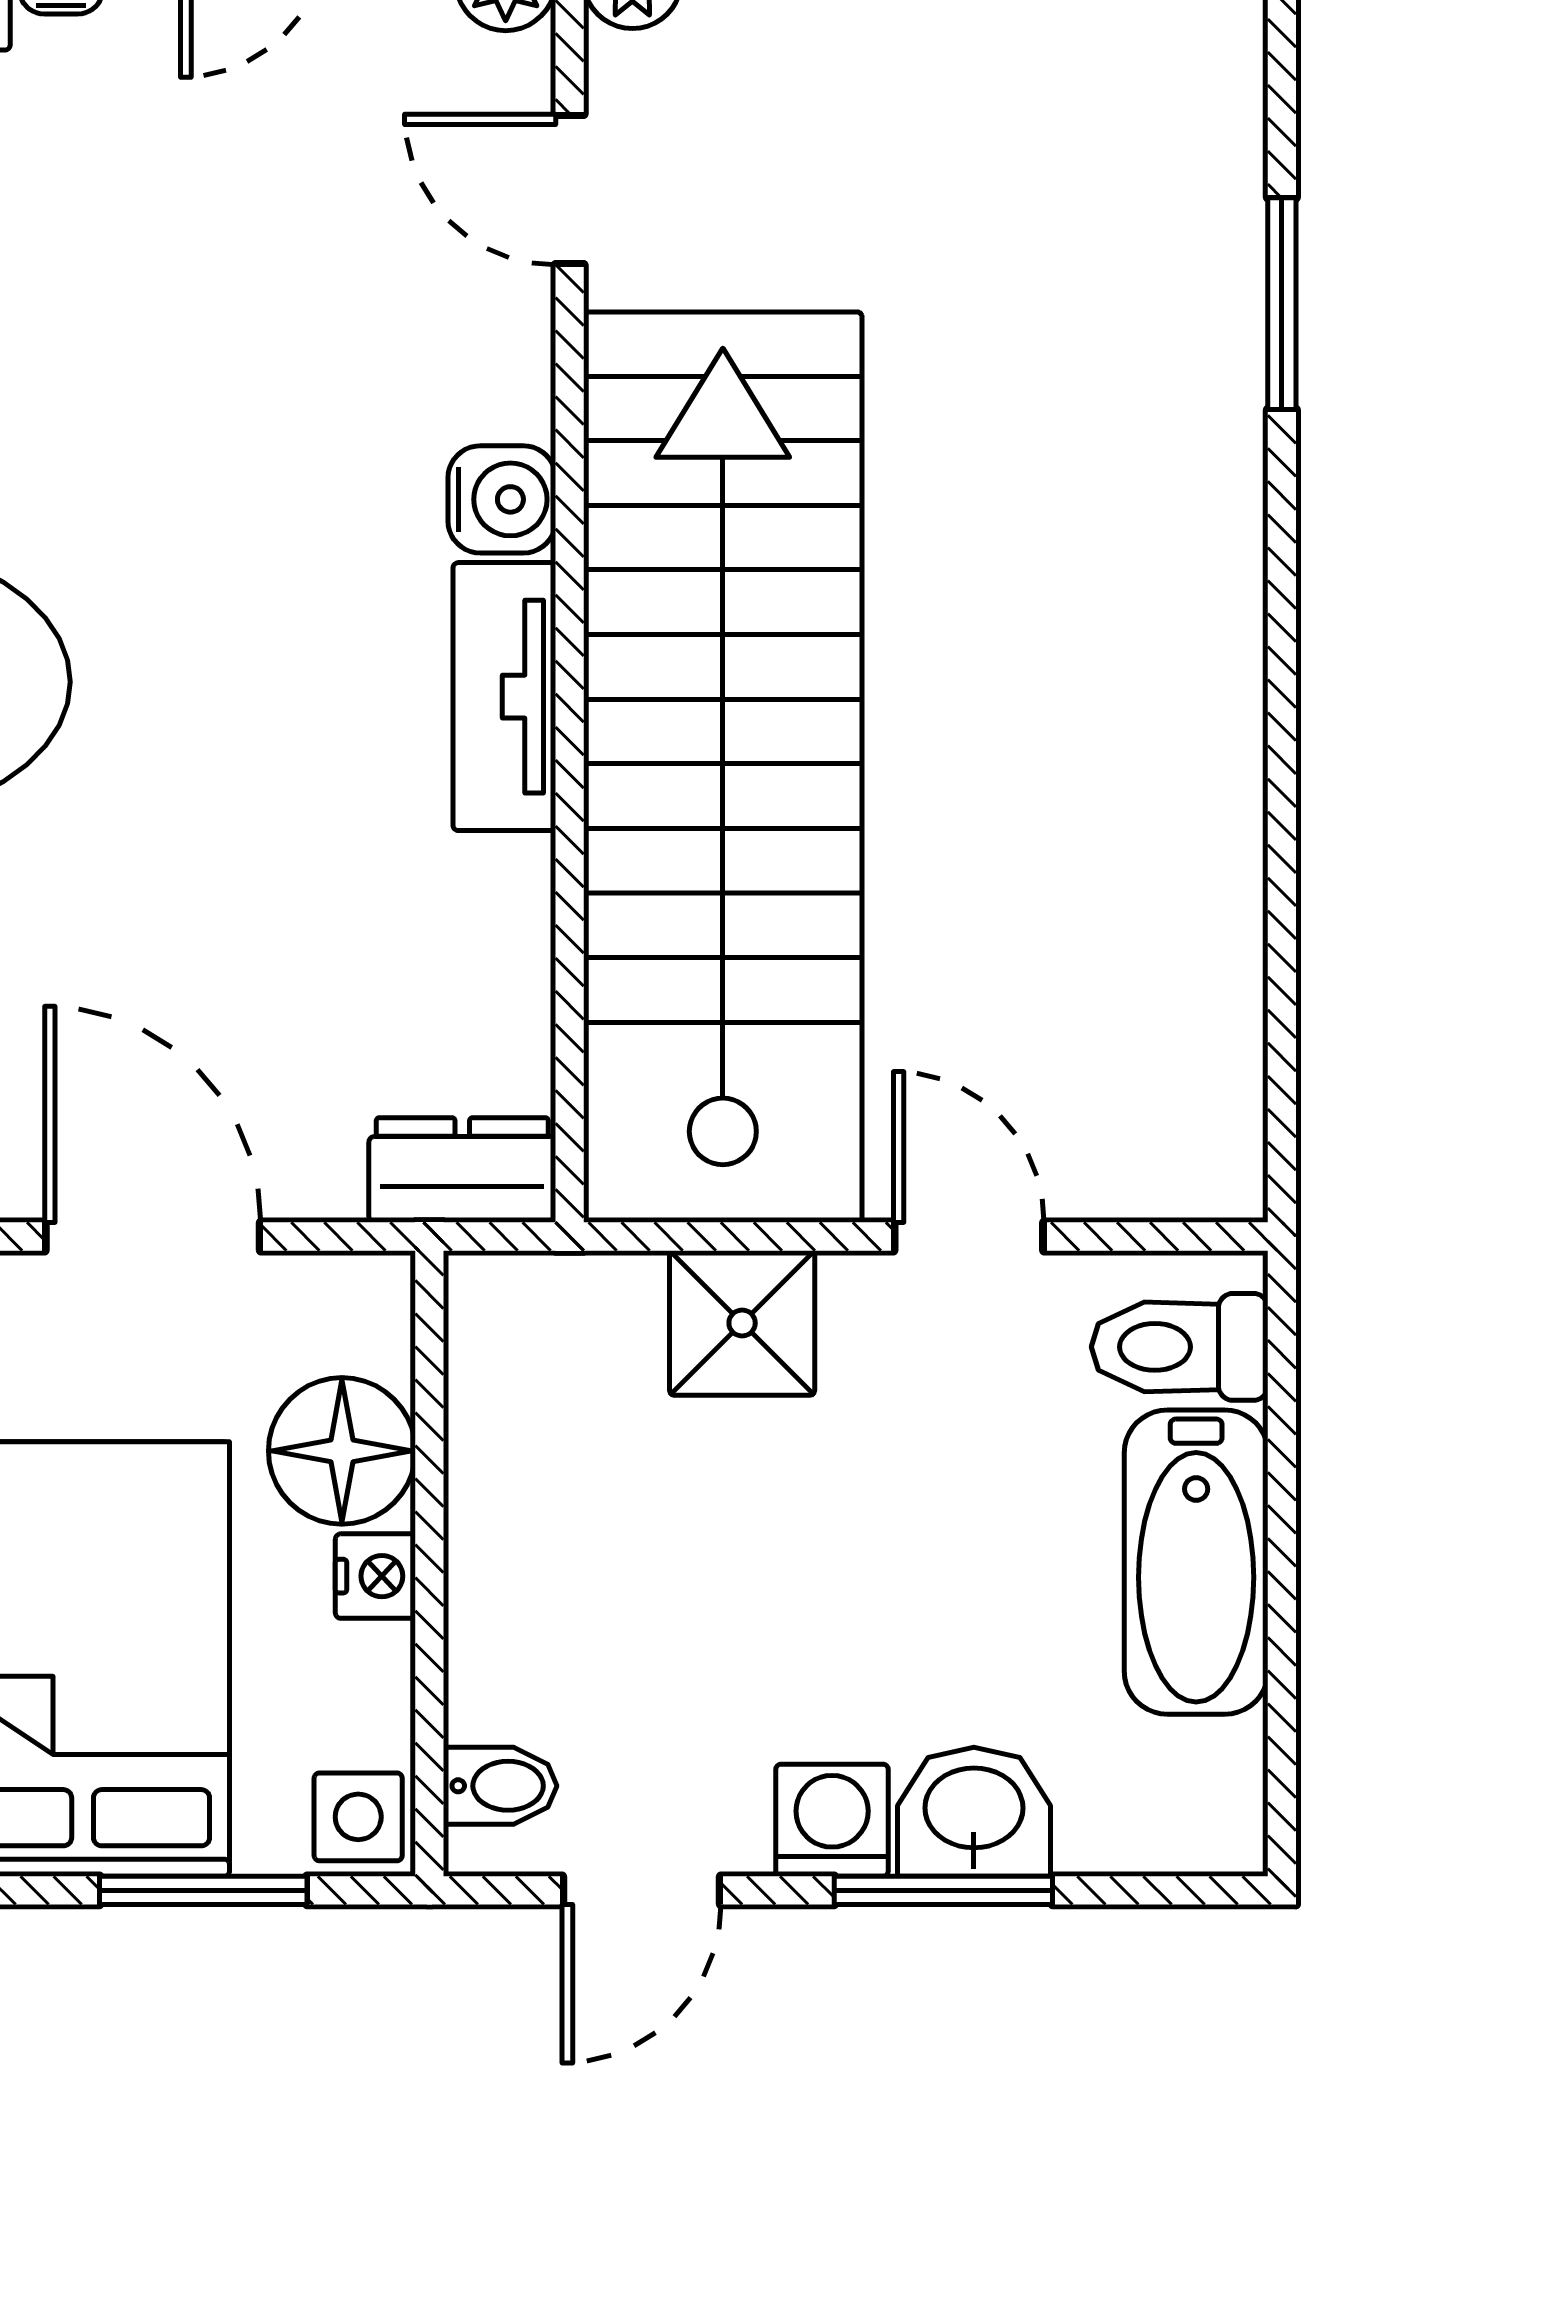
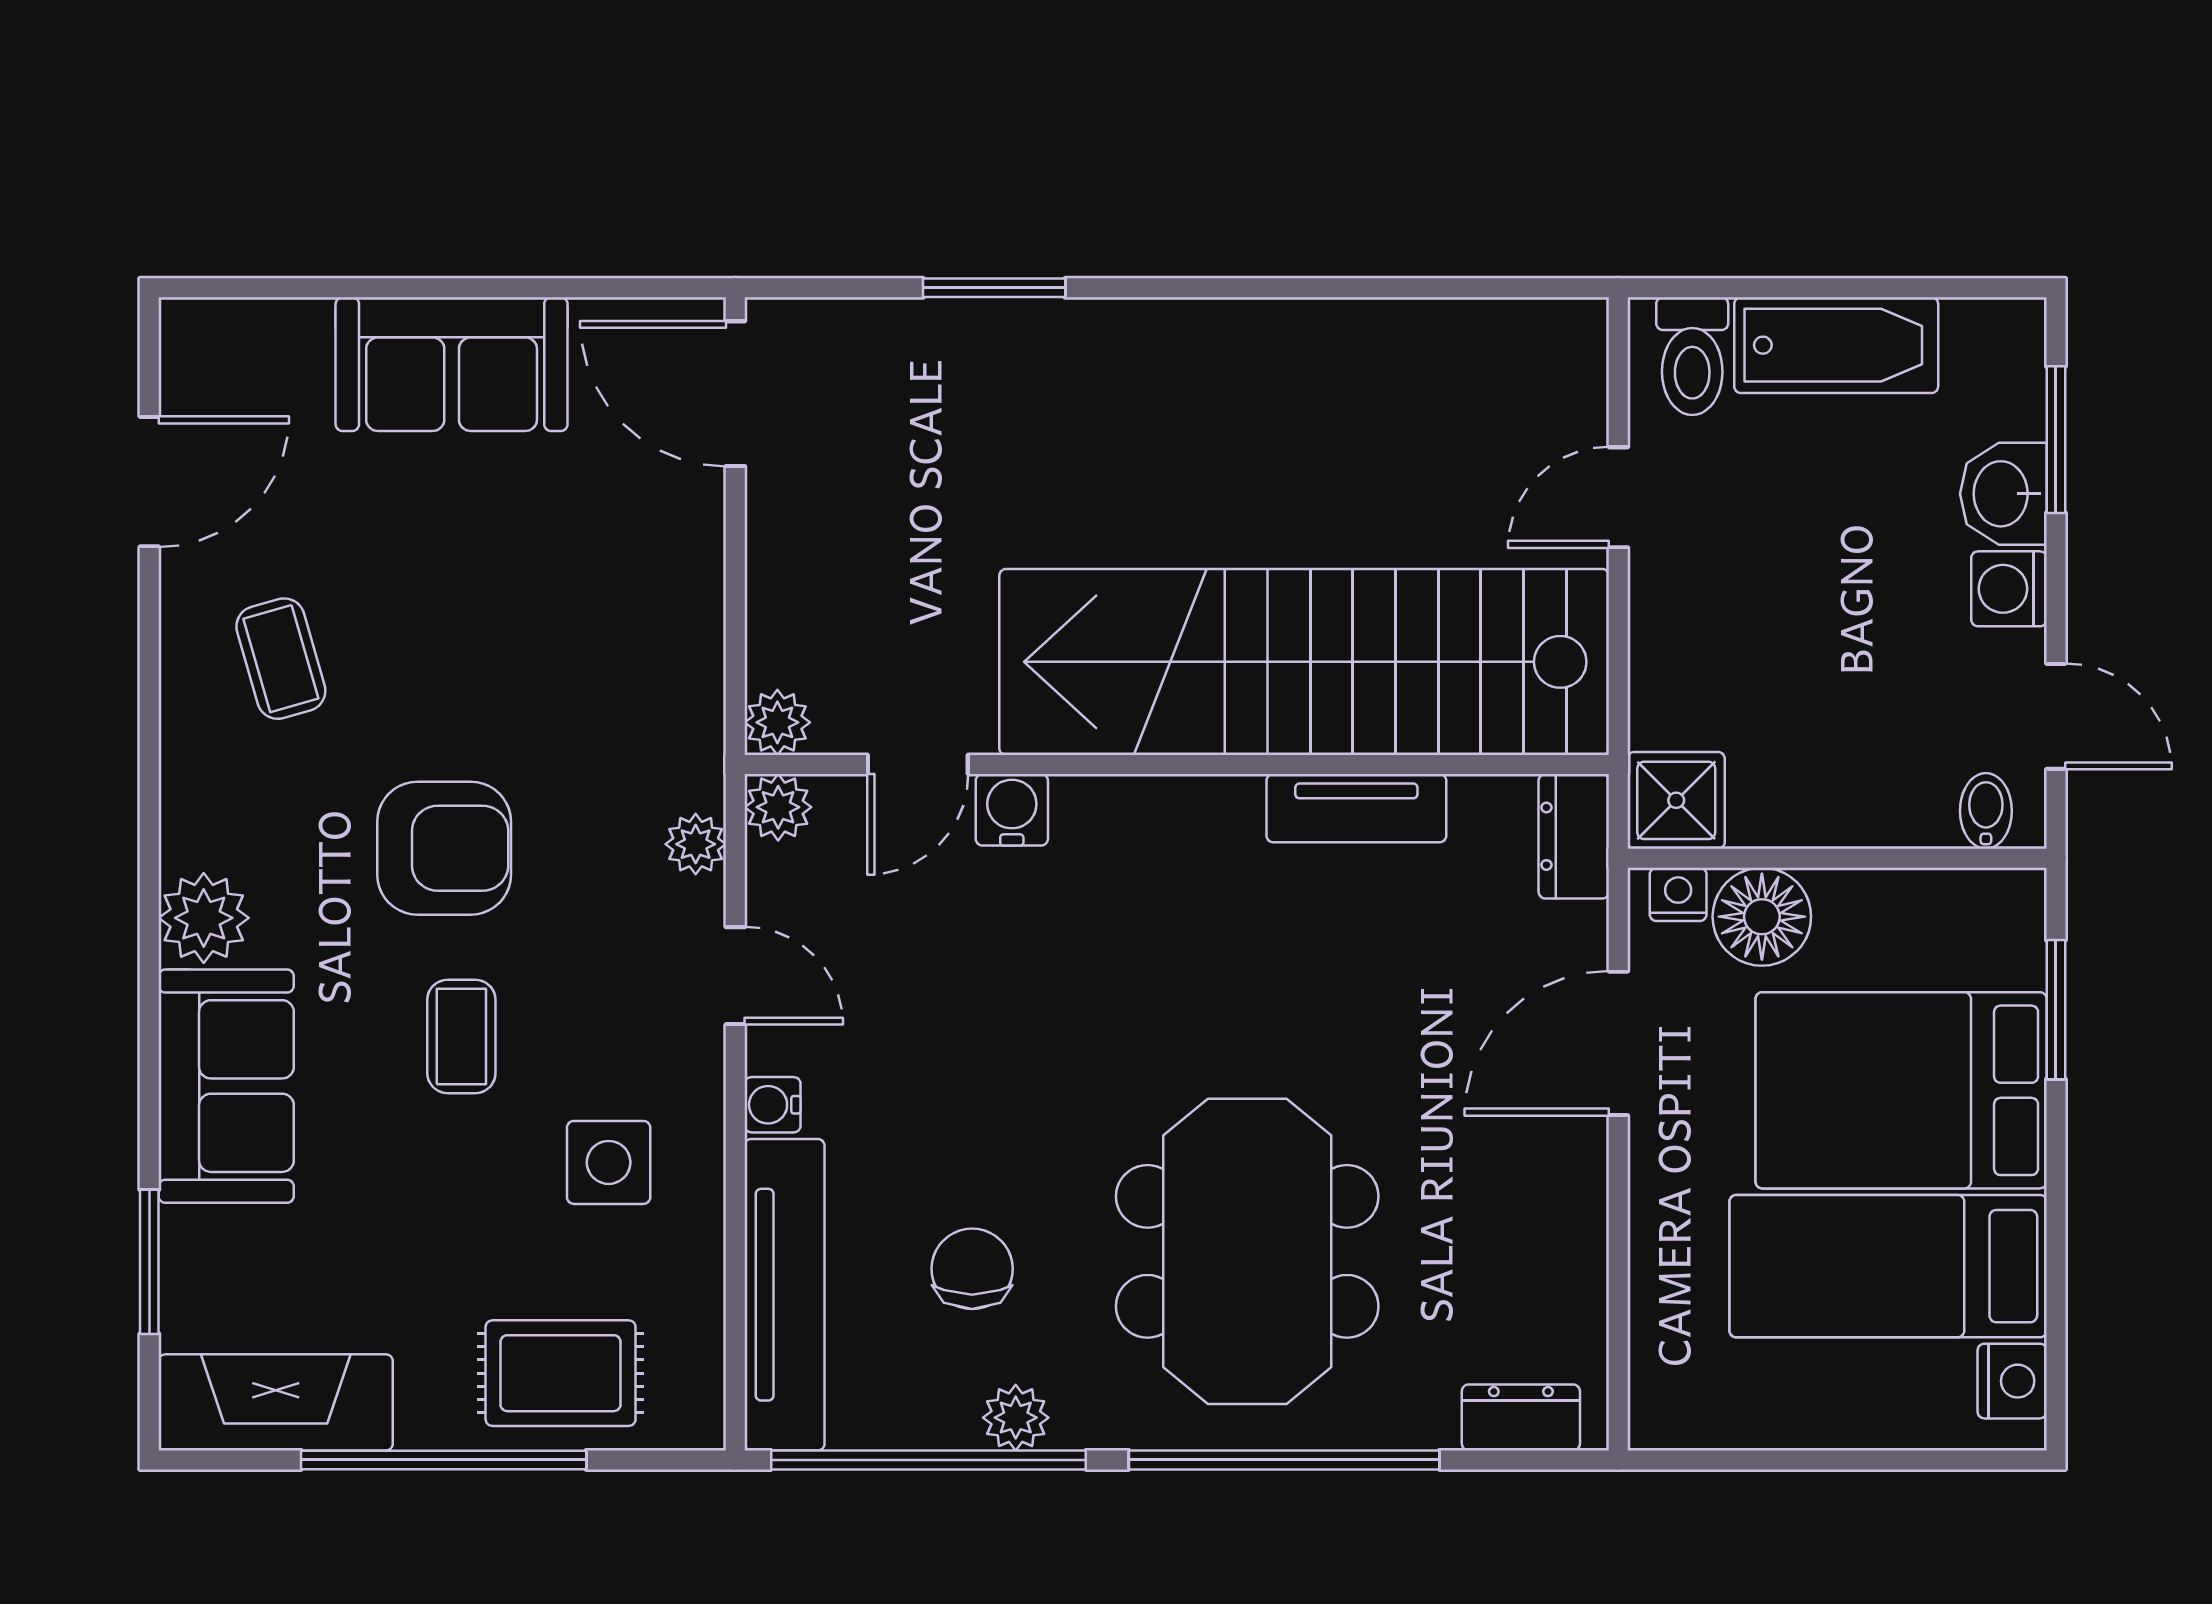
water cooler: (502, 499) -> (1012, 810), moved
tv unit: (504, 697) -> (1356, 808), moved
shower: (742, 1323) -> (1676, 800), moved
nightstand: (375, 1576) -> (1678, 894), moved
side table: (358, 1817) -> (2007, 906), removed
window: (943, 1890) -> (2056, 440), moved

